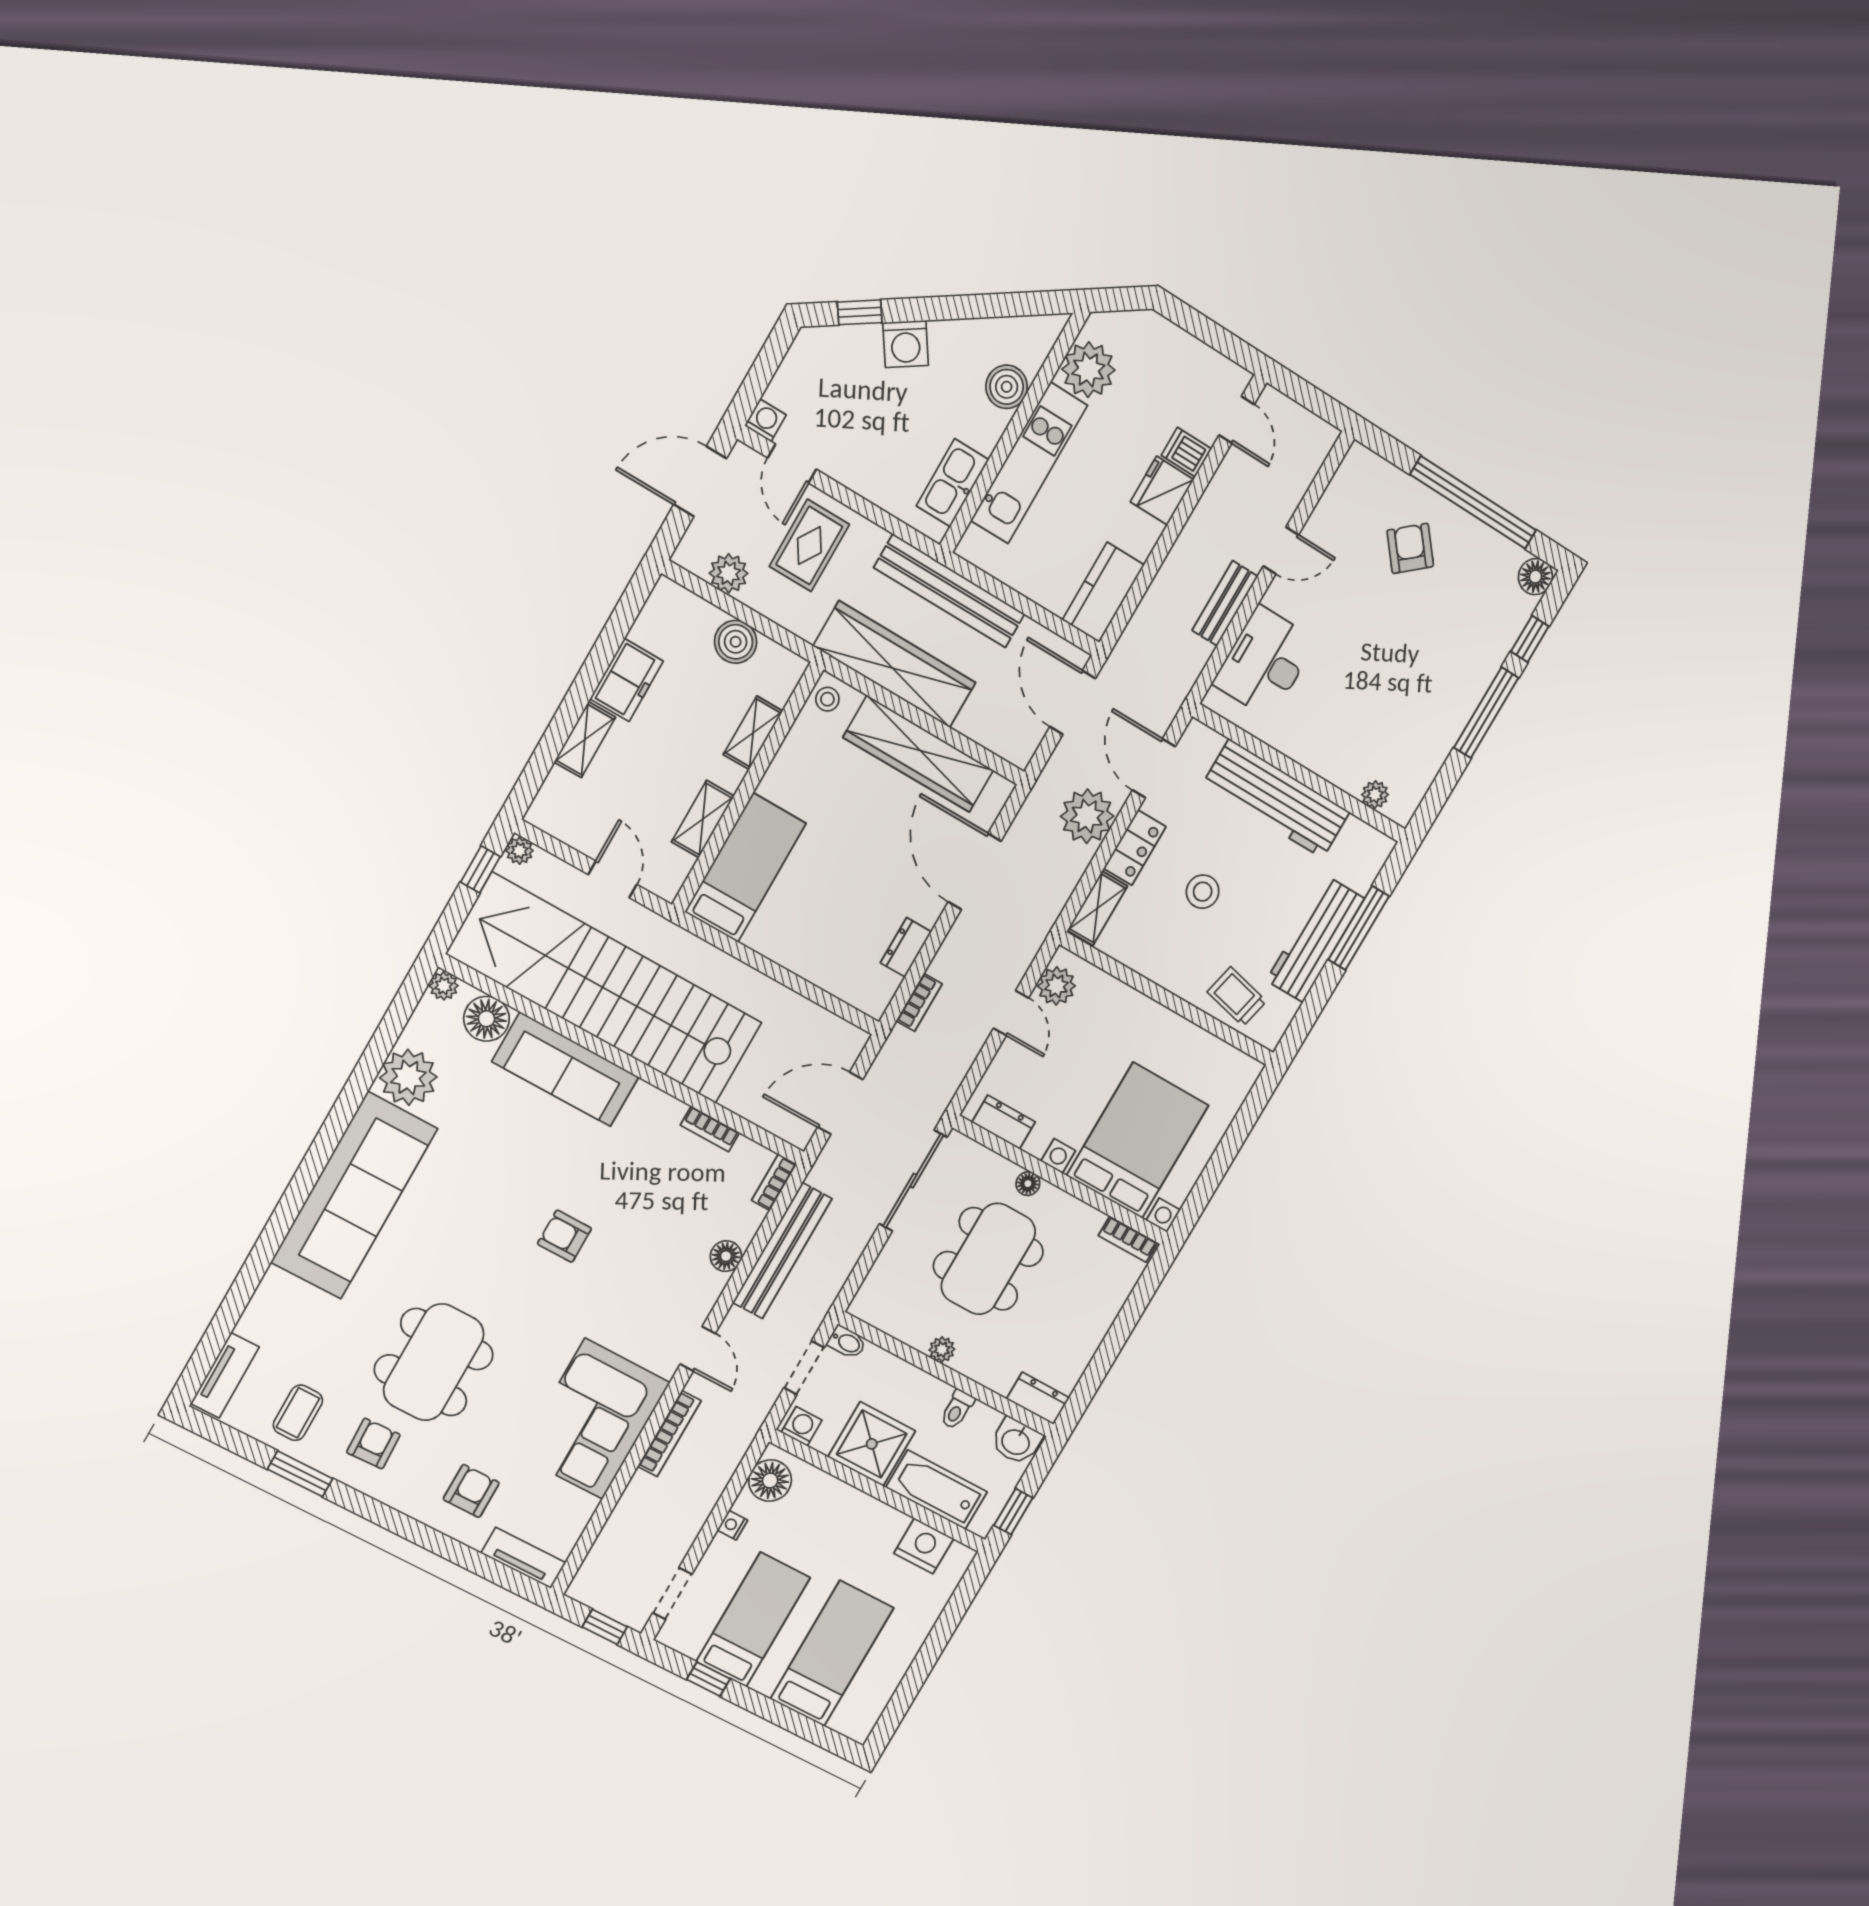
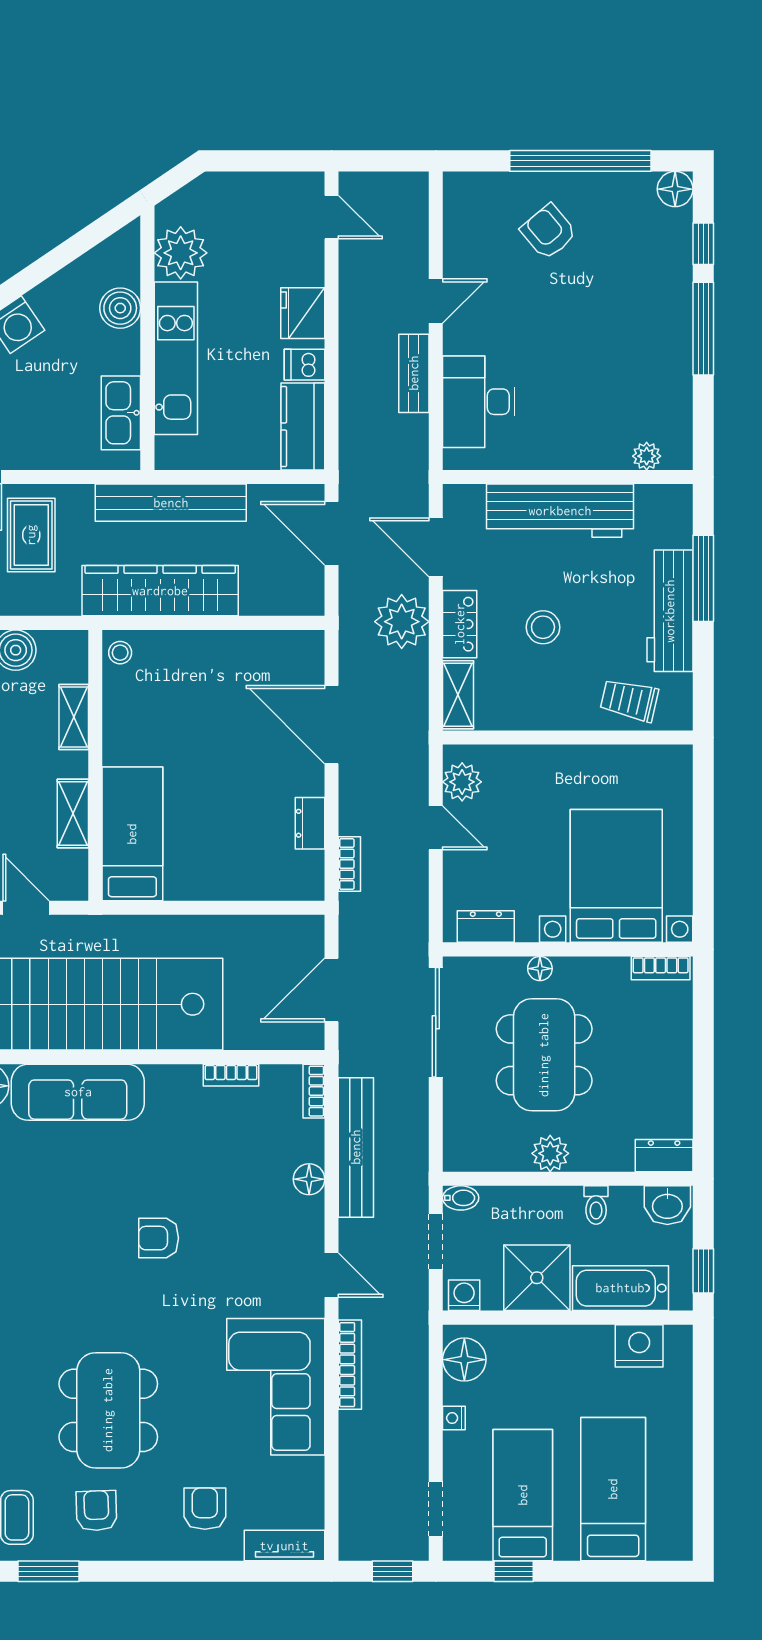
dishwasher: (1186, 452) -> (304, 365), moved
wardrobe: (918, 754) -> (224, 653), removed
plant: (942, 1349) -> (550, 1153), width x1.38, depth x1.38

